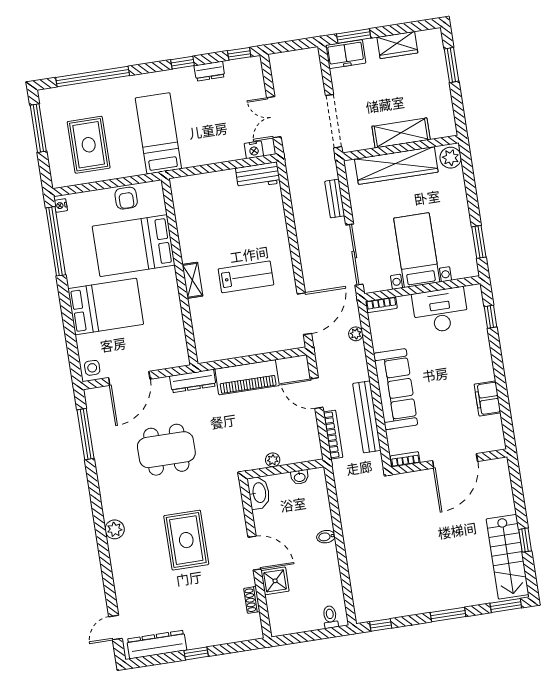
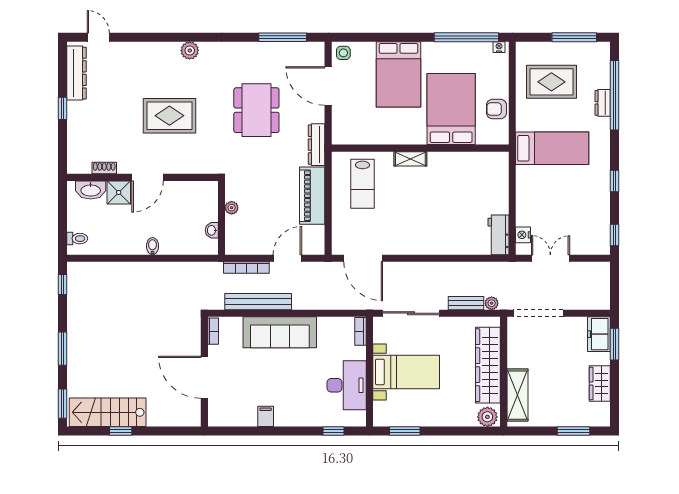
dresser: (209, 71) -> (603, 103), moved
shelving: (401, 133) -> (517, 395), moved
lab bench: (246, 277) -> (363, 184), moved
plant: (356, 334) -> (492, 303), moved
filing cabinet: (487, 398) -> (266, 416), width x0.50
washbasin: (259, 493) -> (91, 190), moved

